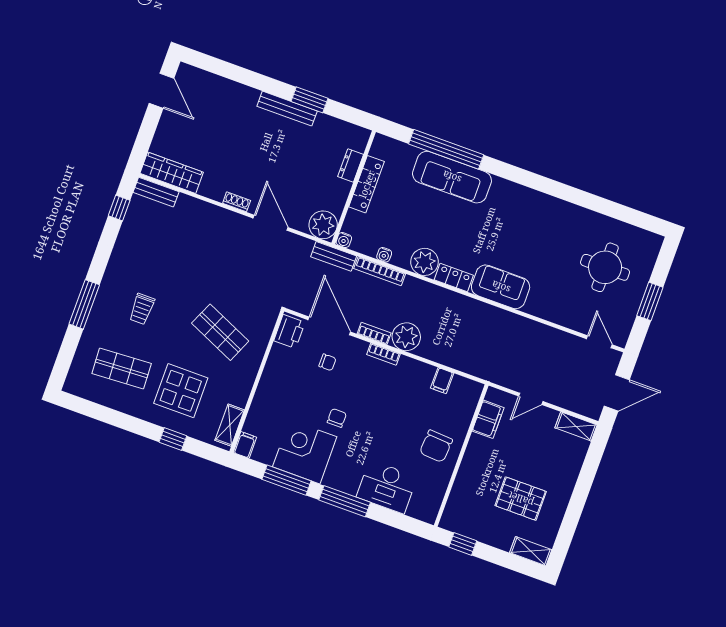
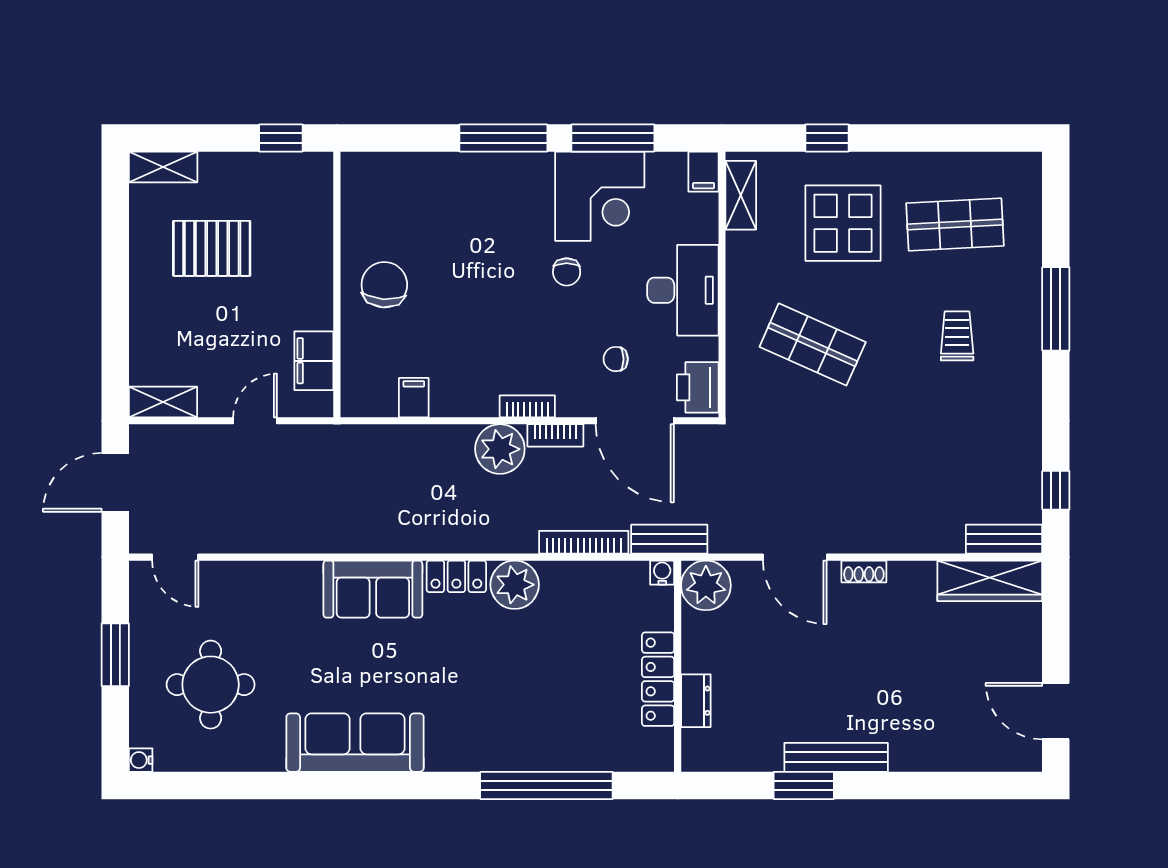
sofa: (452, 177) -> (355, 743), moved
water cooler: (384, 255) -> (141, 760), moved, turned -90
desk: (387, 487) -> (683, 290), moved, turned 90

